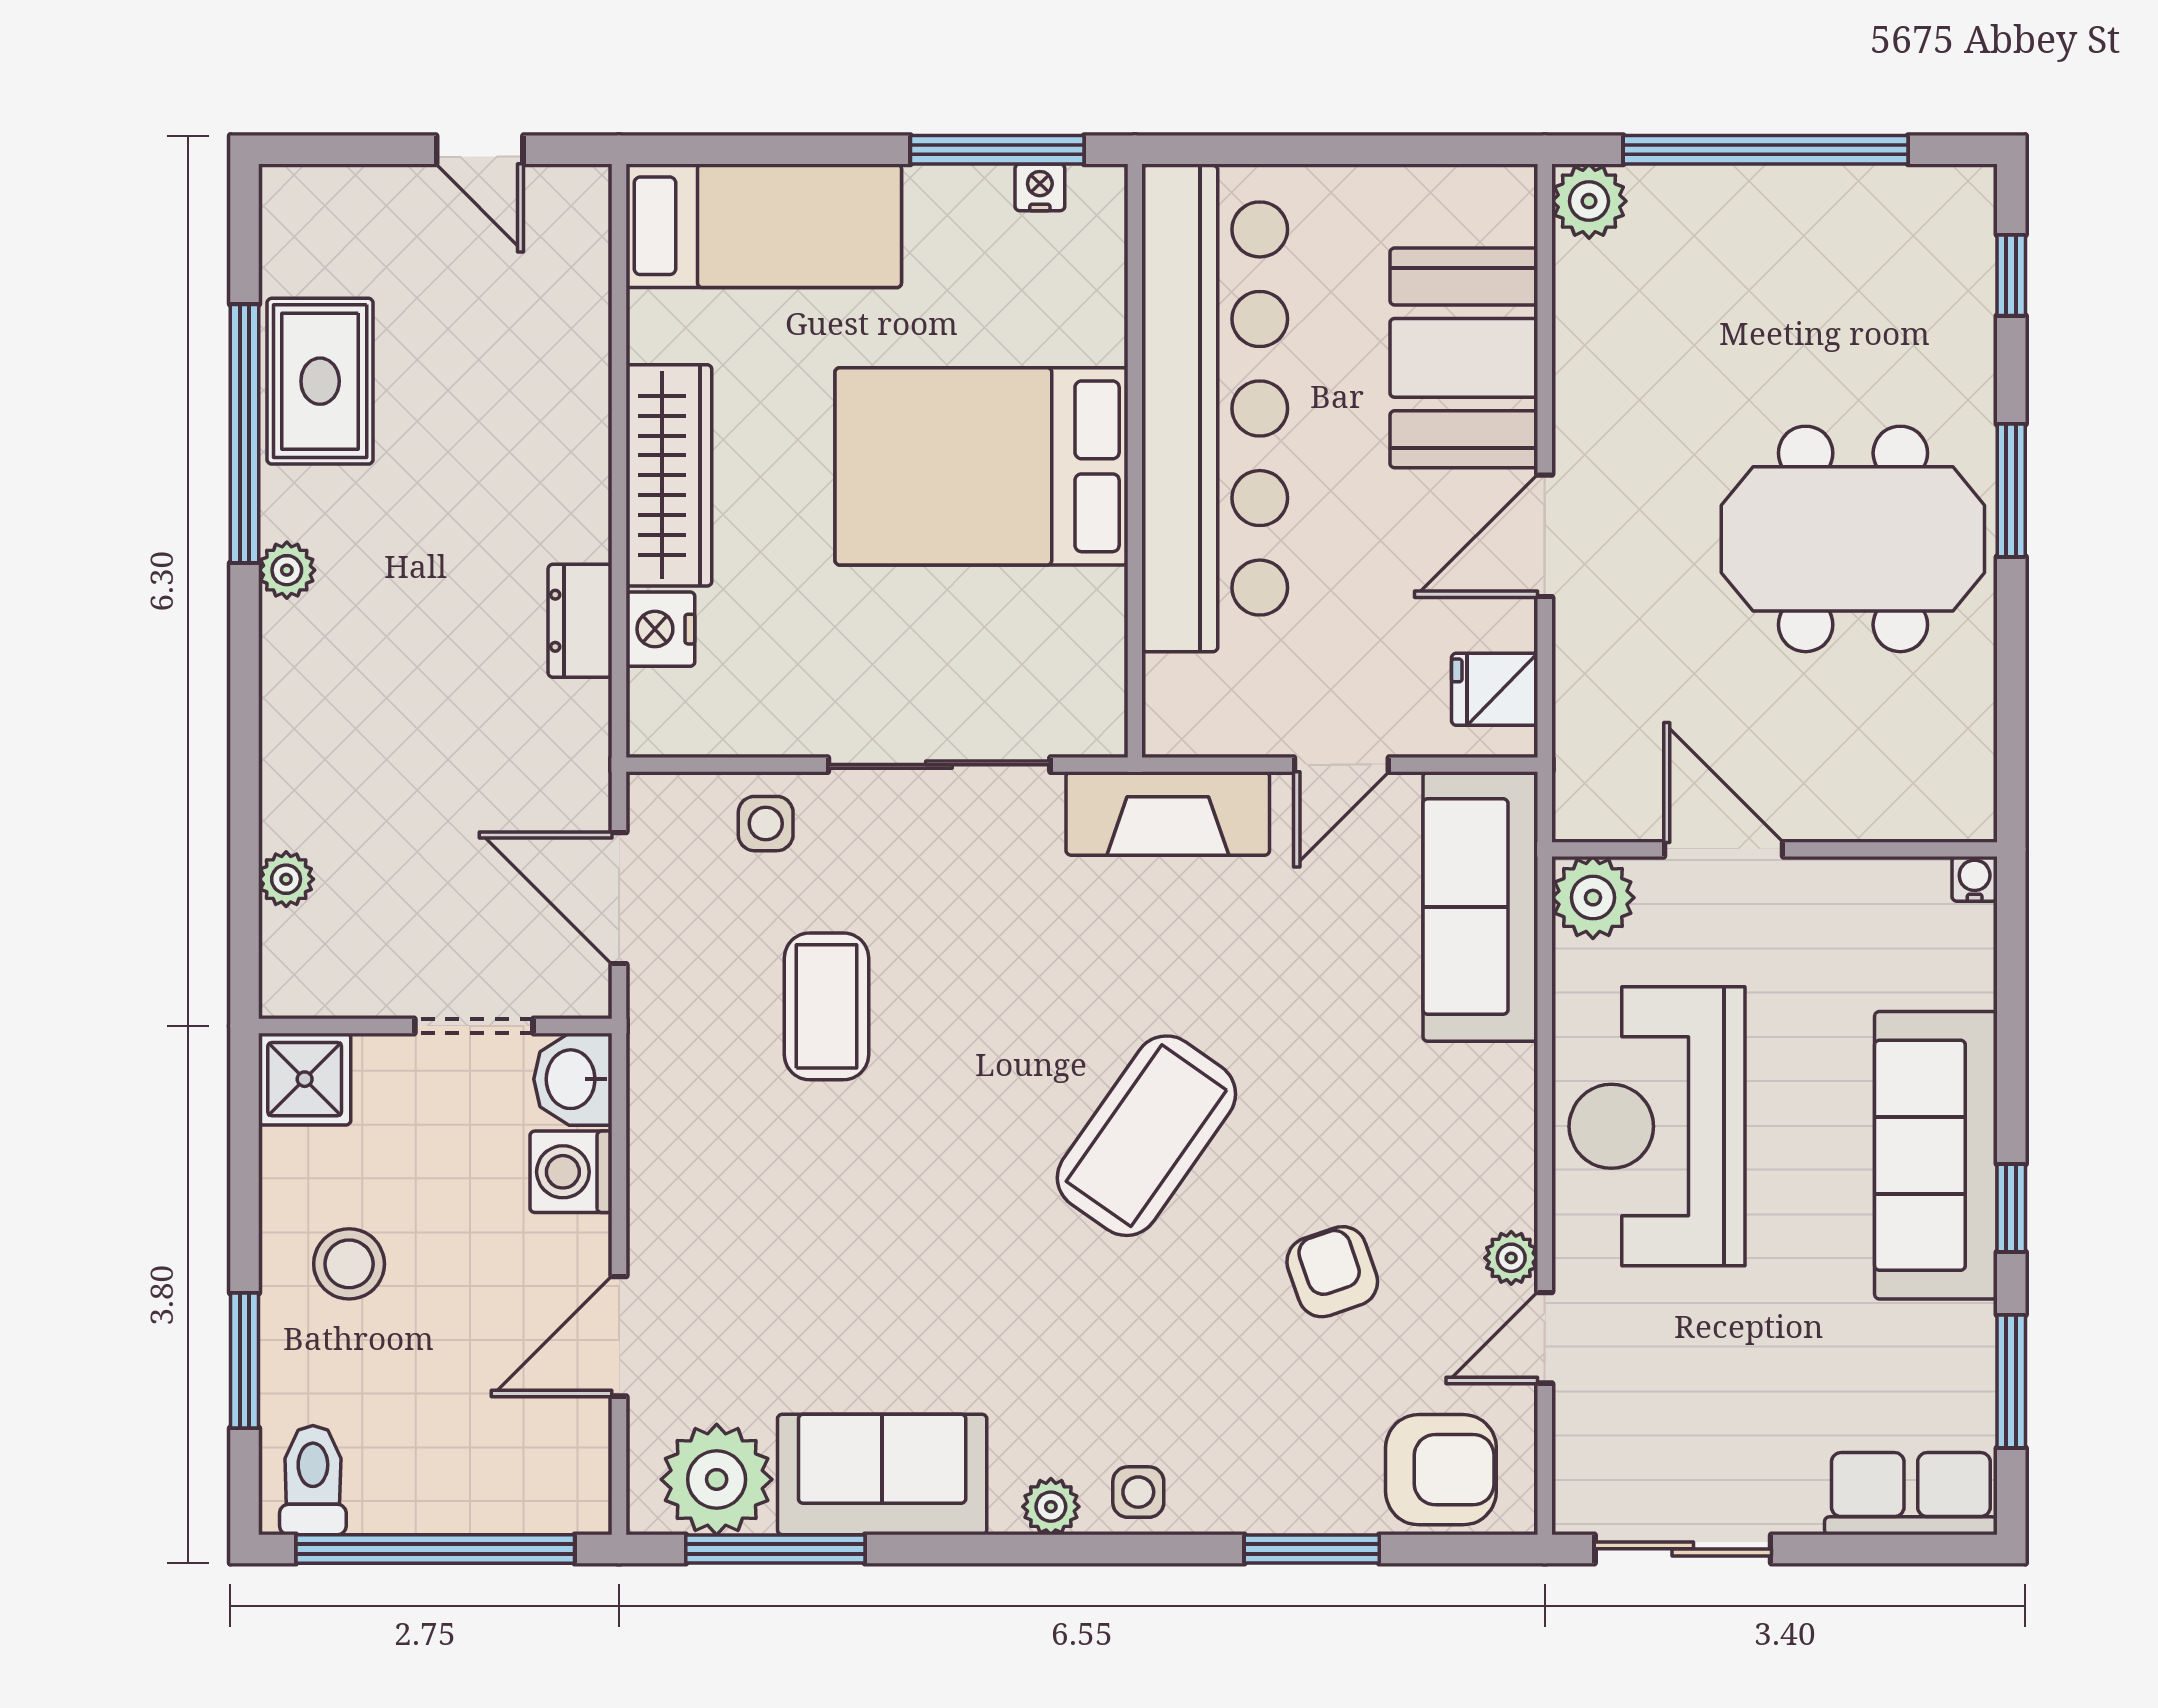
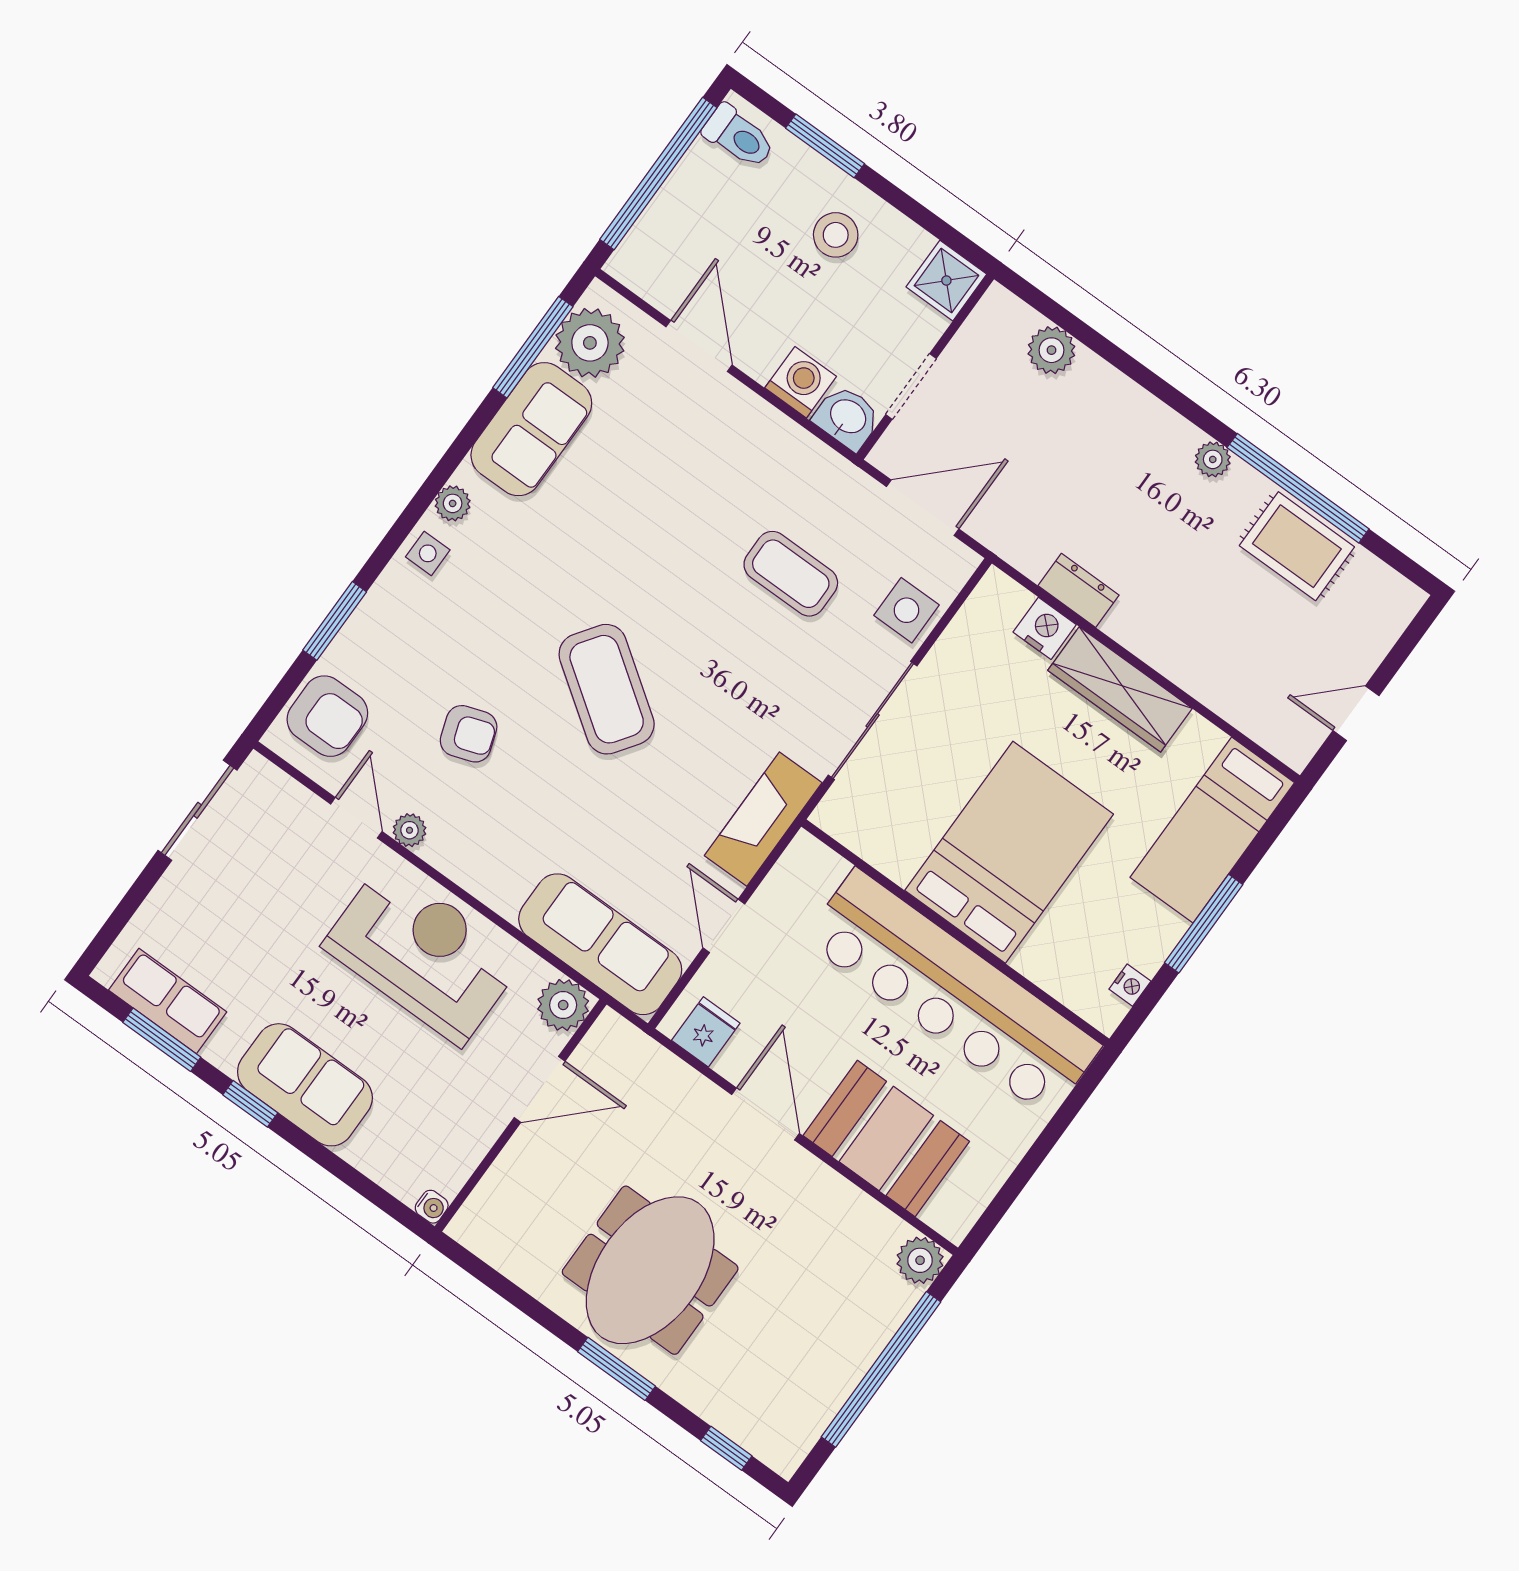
window: (997, 150) -> (1204, 924), moved
side table: (766, 824) -> (907, 610), width x1.37, depth x1.37
plant: (286, 879) -> (1051, 350), width x1.38, depth x1.38
sofa: (1936, 1155) -> (305, 1085), width x0.73
armchair: (1441, 1470) -> (327, 716), turned -90
row of seats: (1911, 1494) -> (168, 1001), moved, turned -90

